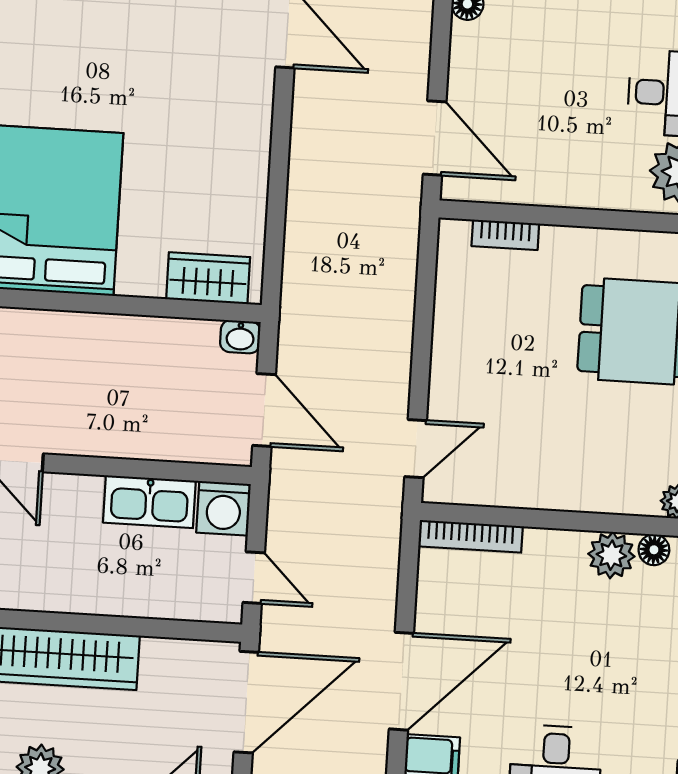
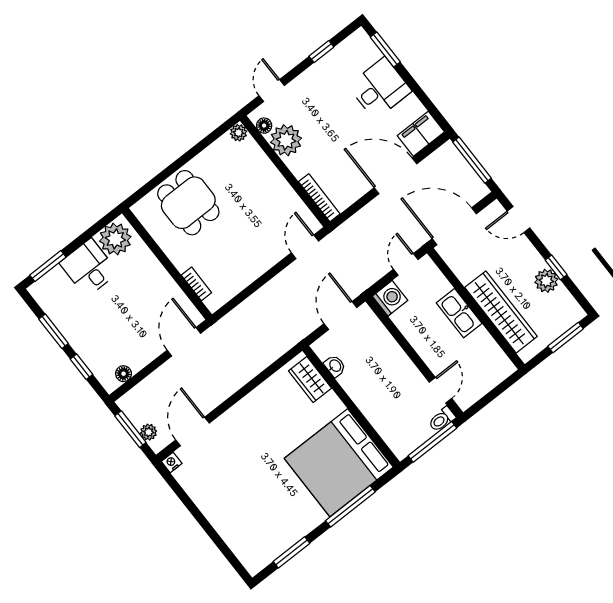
washbasin: (240, 337) -> (335, 366), moved
door: (416, 449) -> (305, 247), hinge flipped
kitchen sink: (149, 502) -> (459, 313), moved, turned 180
plant: (611, 555) -> (286, 140), width x1.36, depth x1.36

